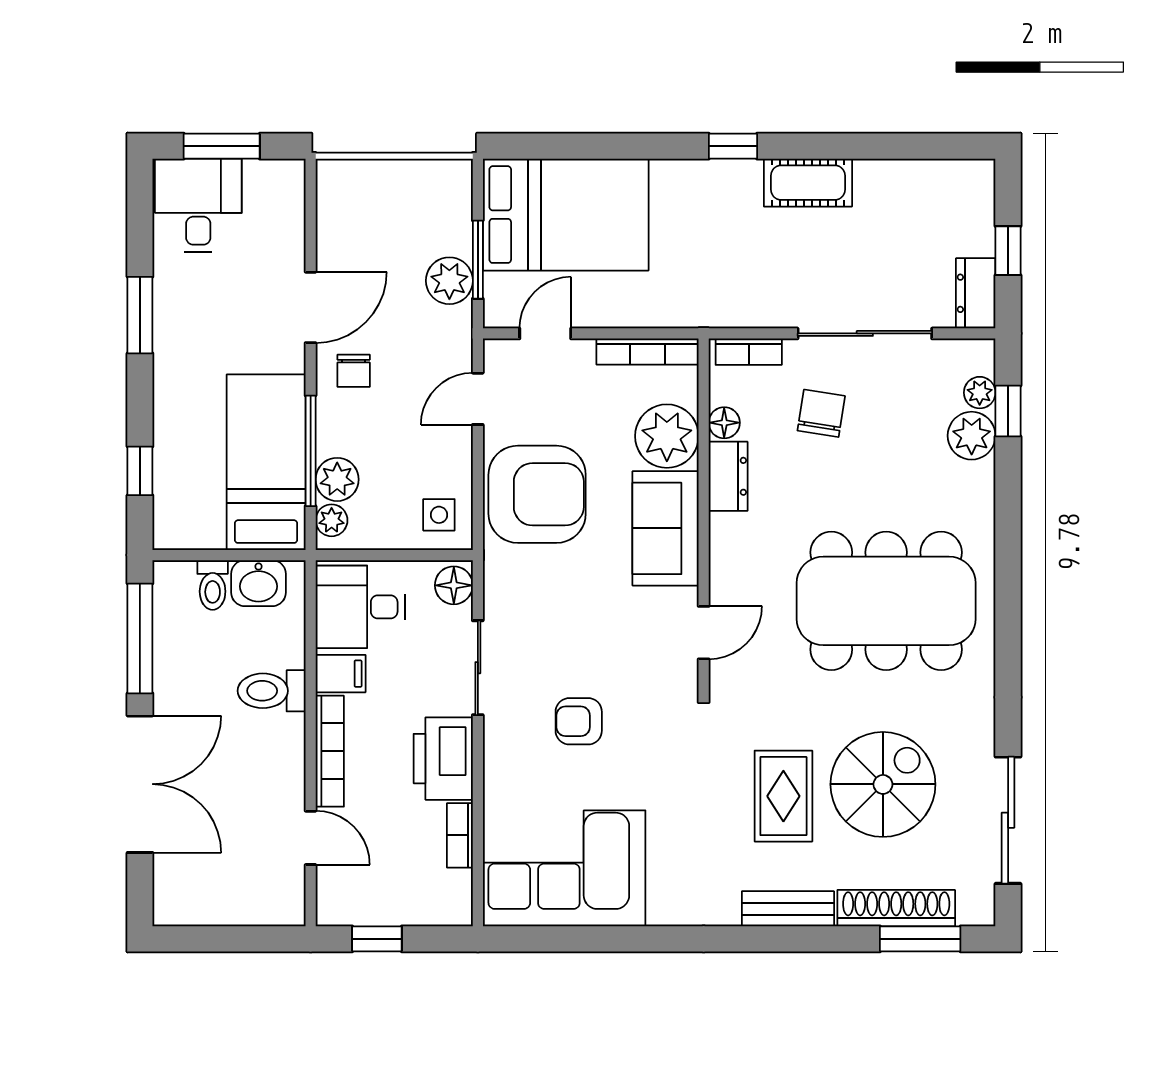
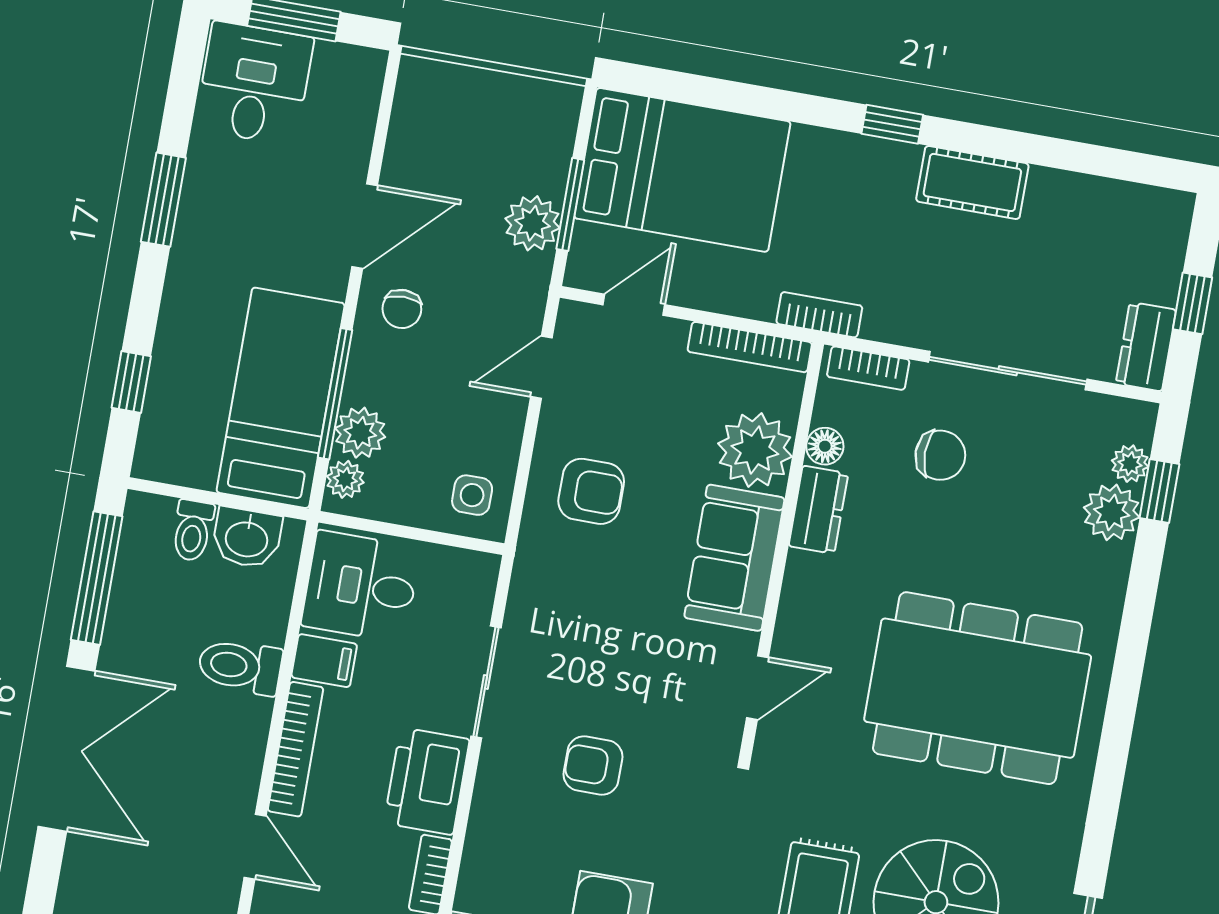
bookcase: (700, 315) -> (819, 315), added
chair: (821, 413) -> (940, 455), turned 81
armchair: (537, 494) -> (591, 491), width x0.53, depth x0.53
floor lamp: (454, 585) -> (475, 581), removed

